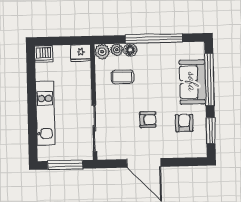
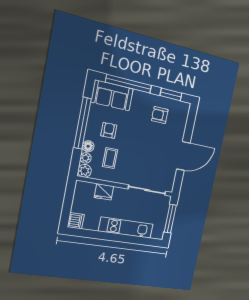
fridge: (81, 53) -> (104, 192), moved, turned 90
sofa: (193, 82) -> (112, 95), moved
armchair: (148, 120) -> (109, 130), moved

